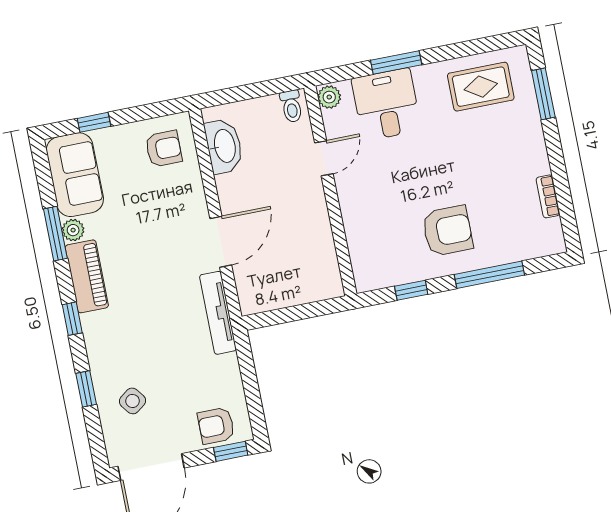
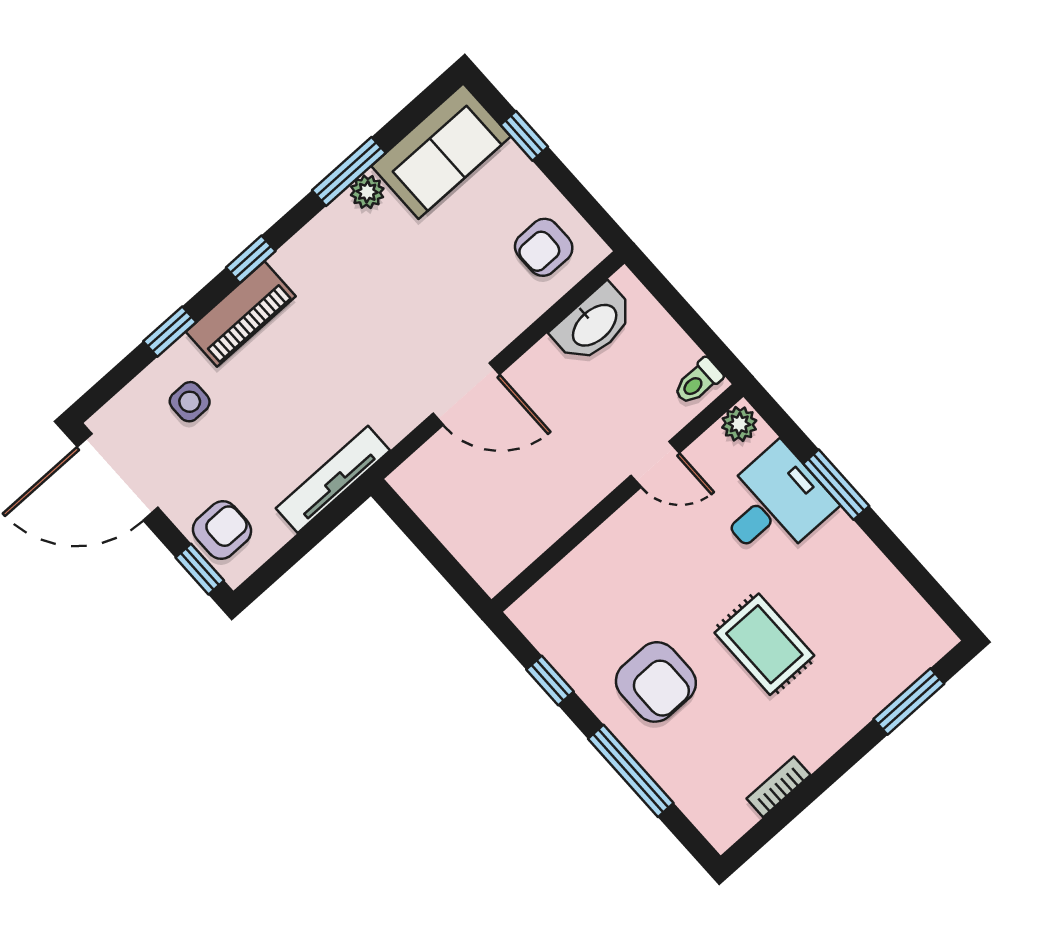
rug: (481, 87) -> (764, 644), moved
armchair: (164, 149) -> (544, 247), turned 90
piano: (87, 276) -> (241, 314), moved
tv unit: (218, 313) -> (333, 479), moved
side table: (132, 401) -> (190, 402), turned 37
armchair: (216, 426) -> (222, 530), turned 90

